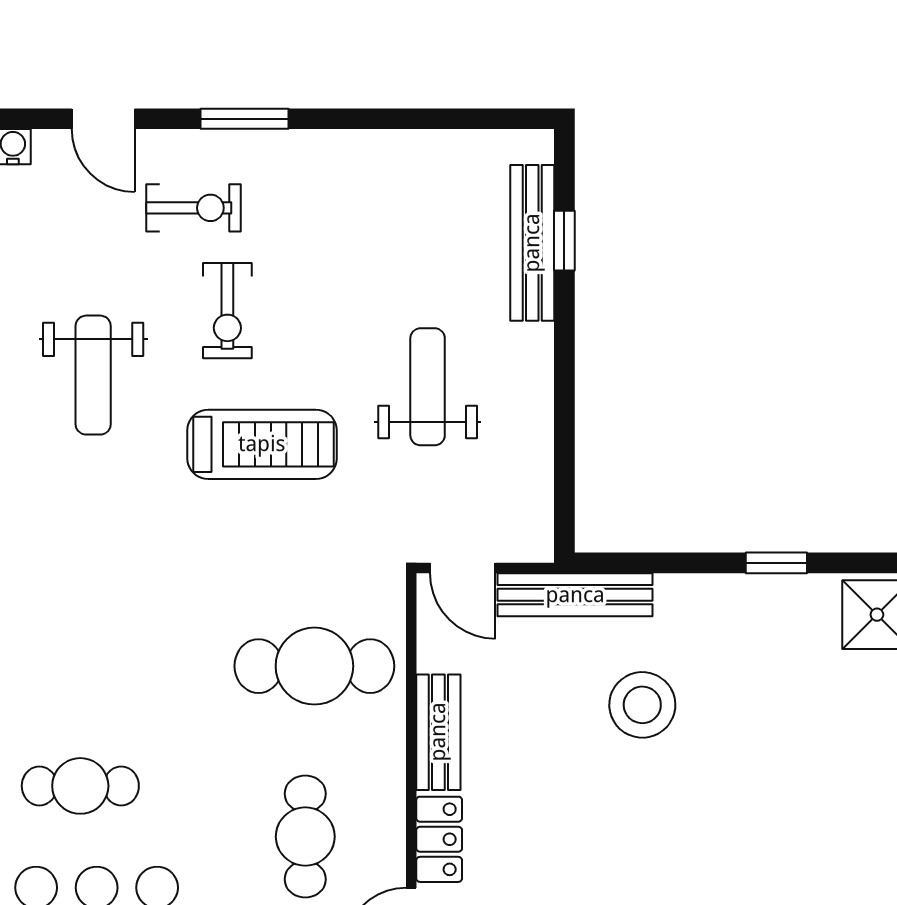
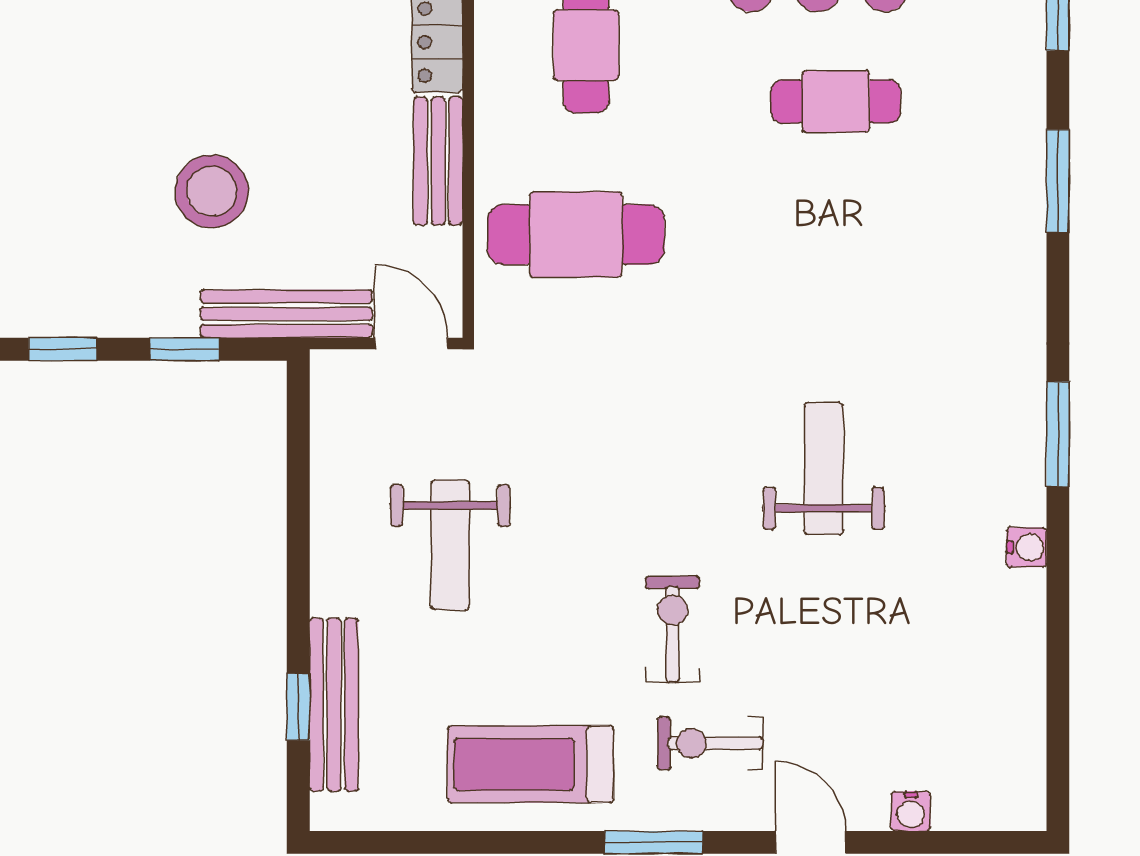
weight bench: (93, 375) -> (824, 469), moved
treadmill: (262, 444) -> (530, 764), moved
window: (667, 563) -> (185, 349), added

